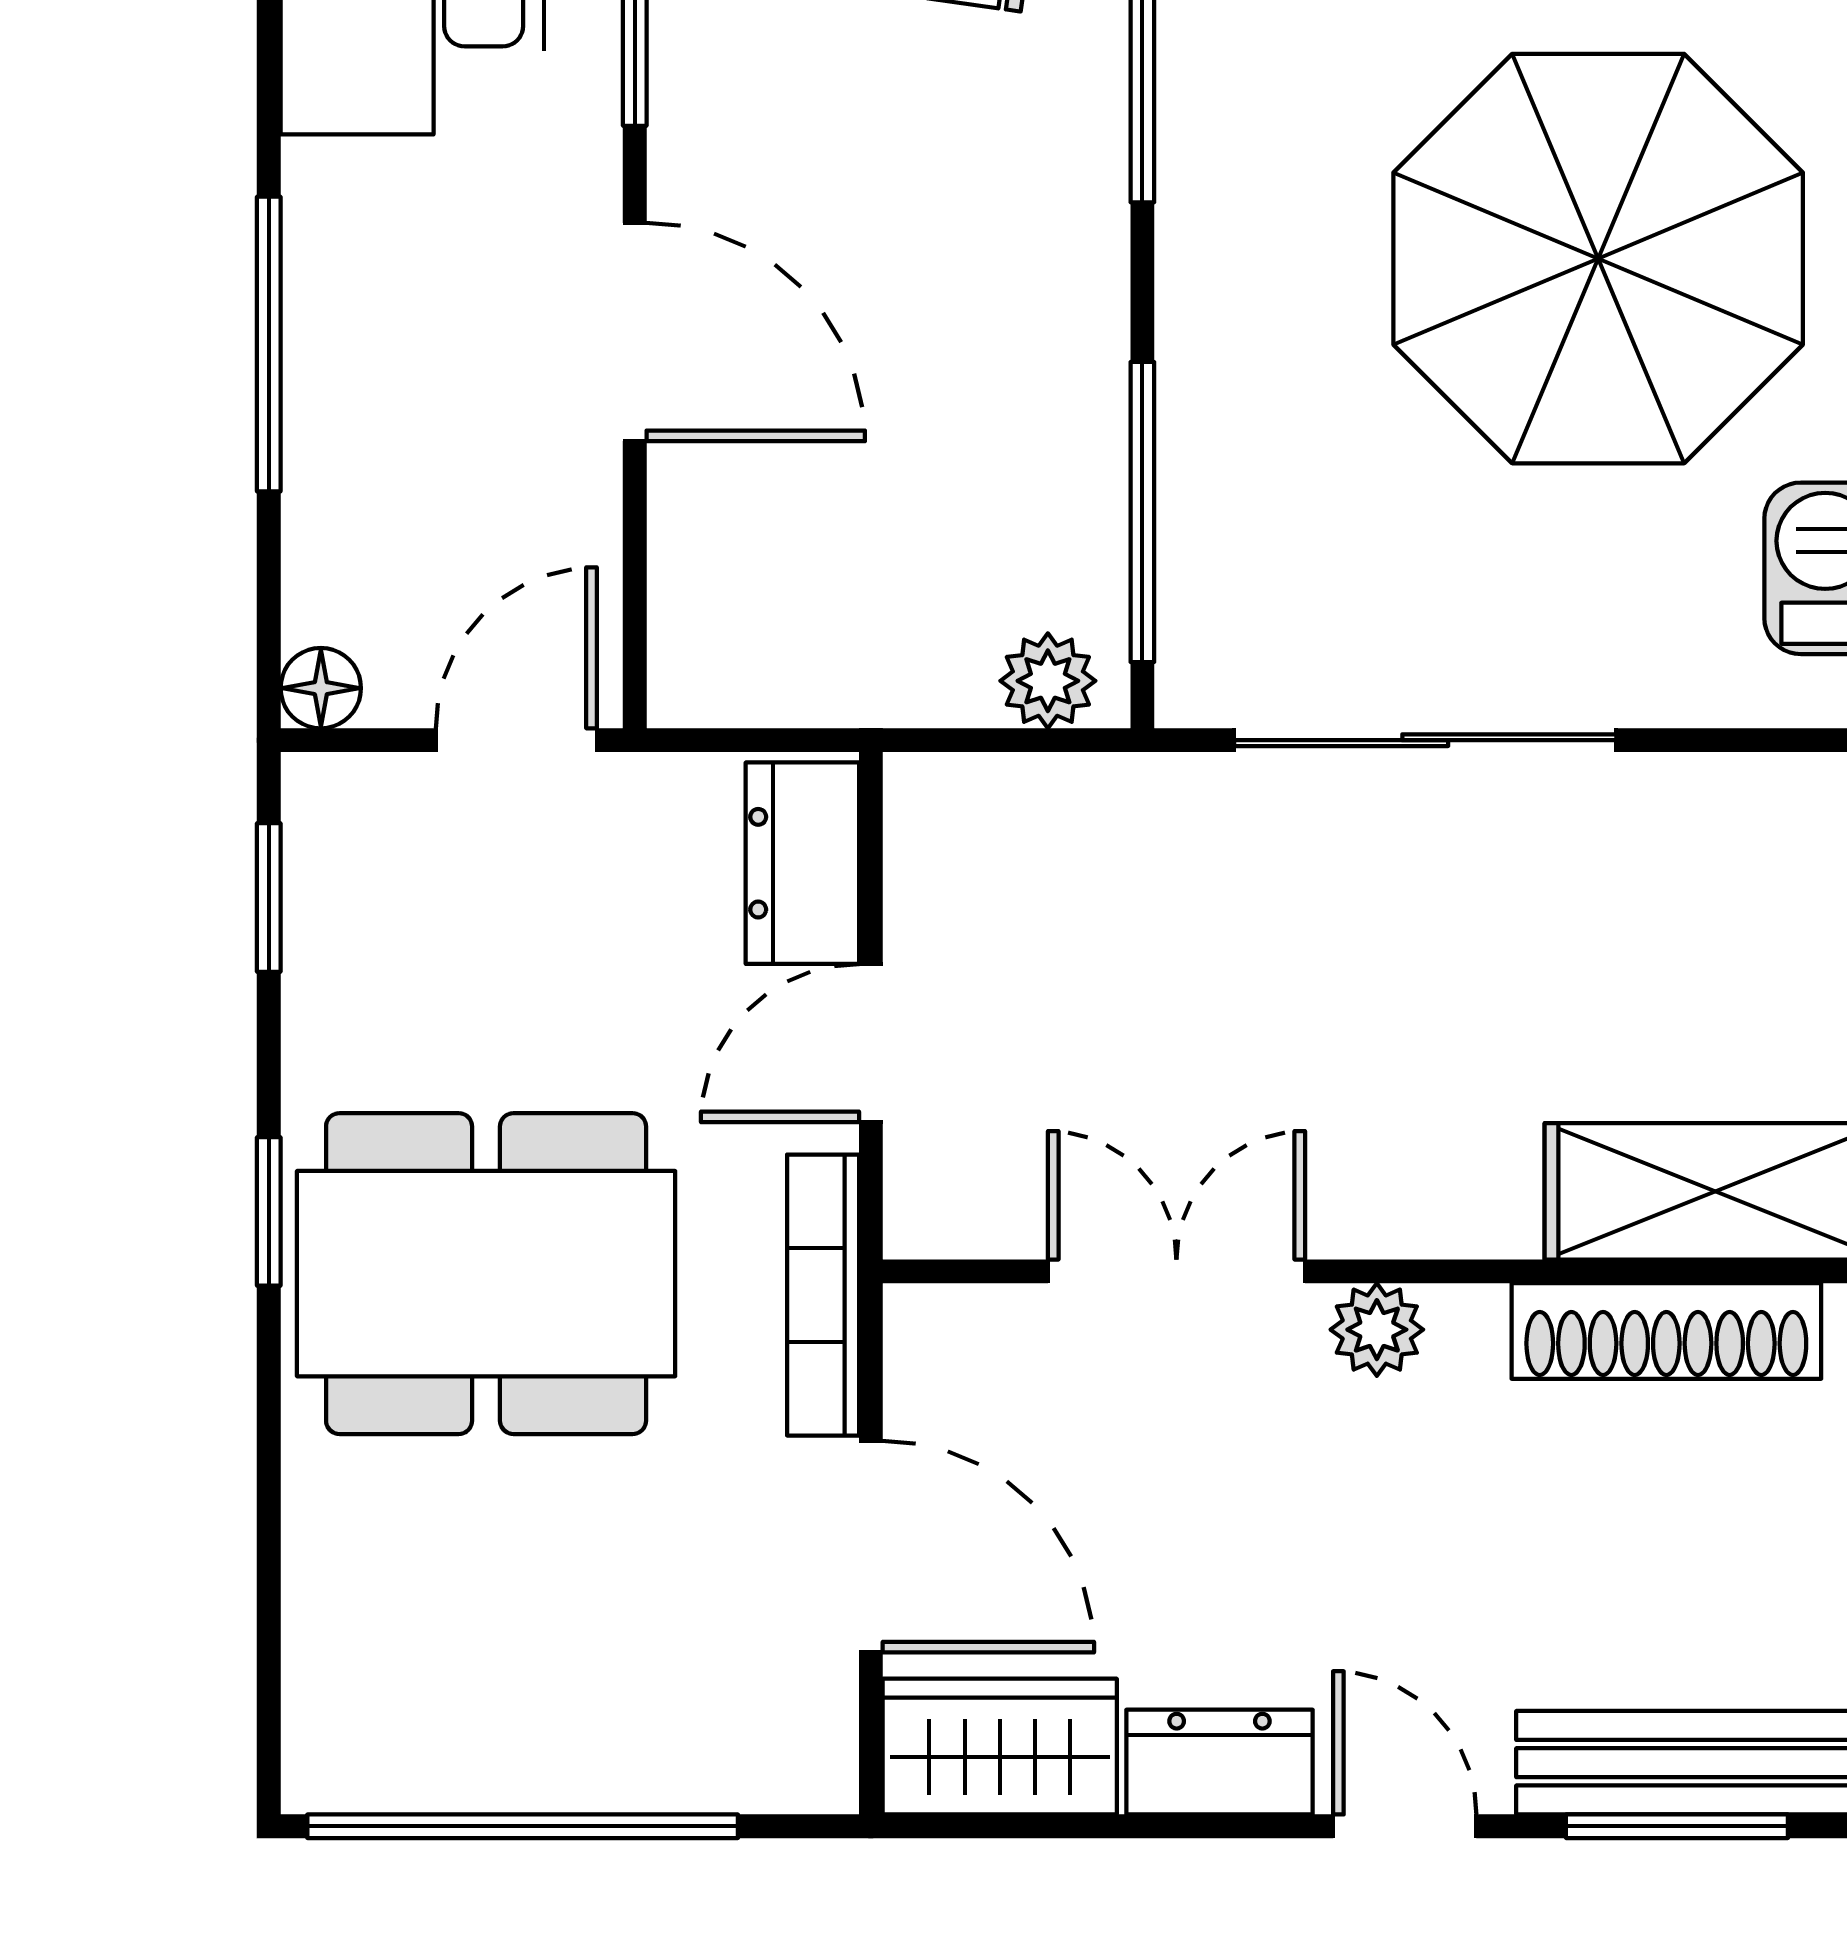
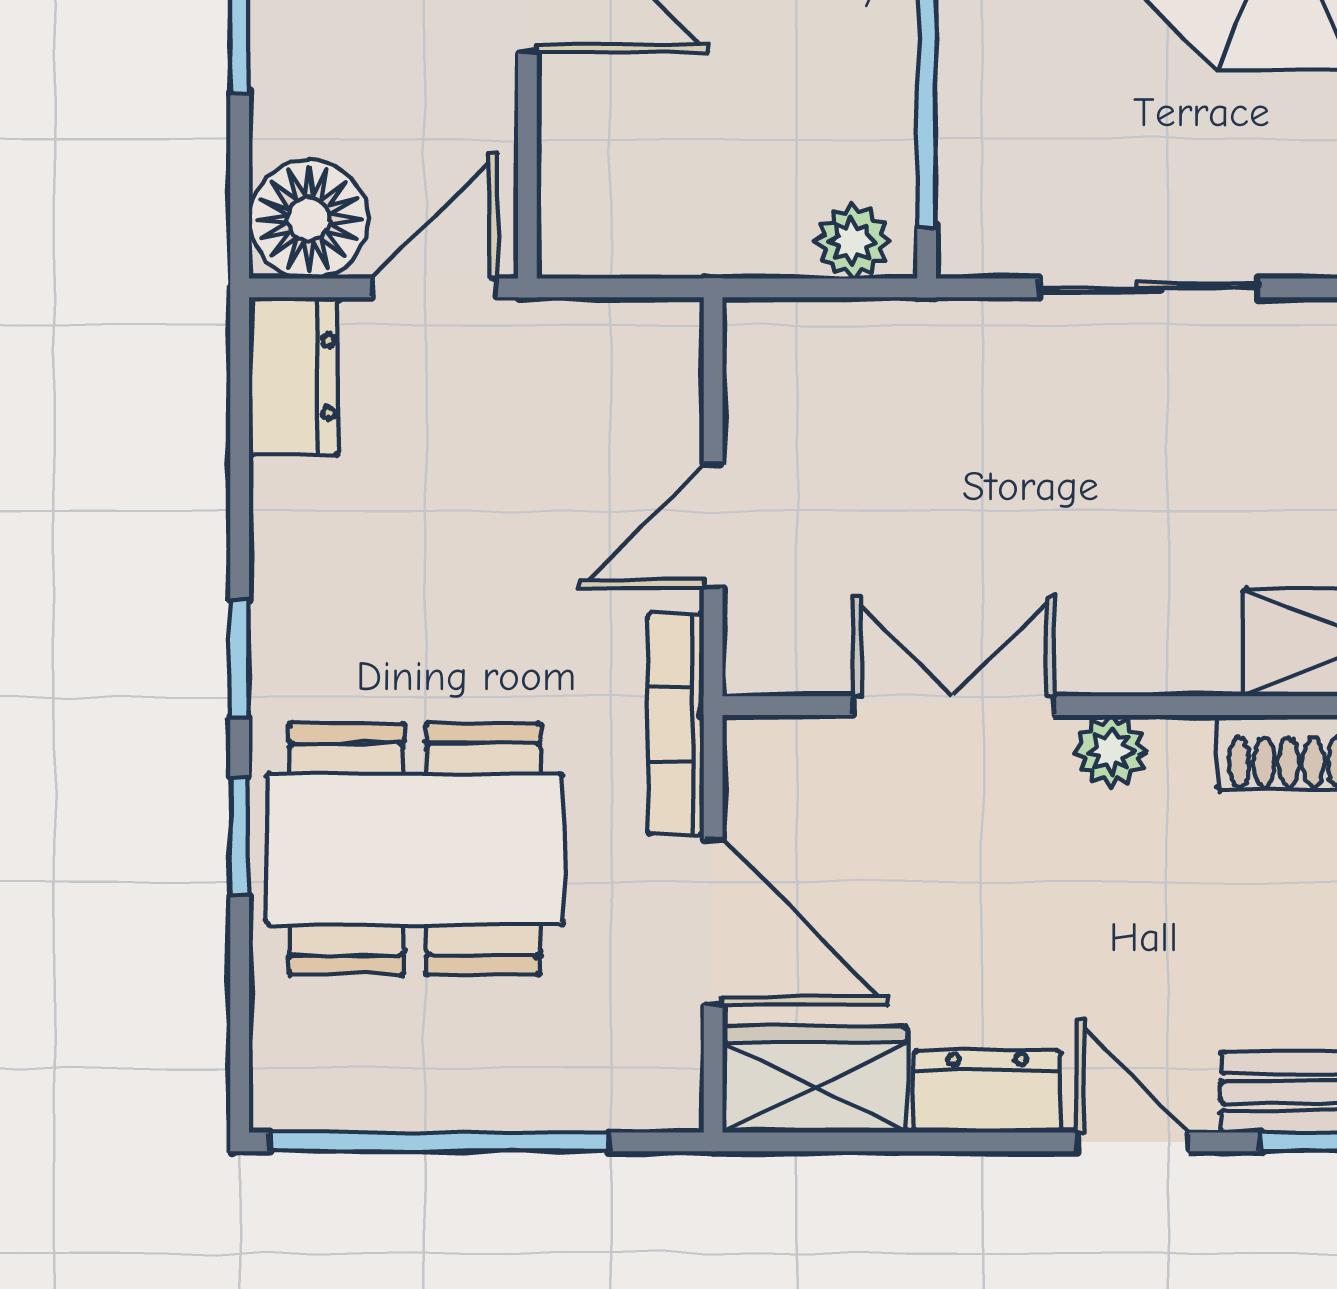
floor lamp: (321, 688) -> (309, 219), width x1.89, depth x1.89
sliding door: (1425, 740) -> (1149, 288), width x0.73
dresser: (802, 863) -> (294, 376), moved, turned 180
window: (269, 897) -> (240, 836), moved
dining table: (486, 1274) -> (415, 849), moved

